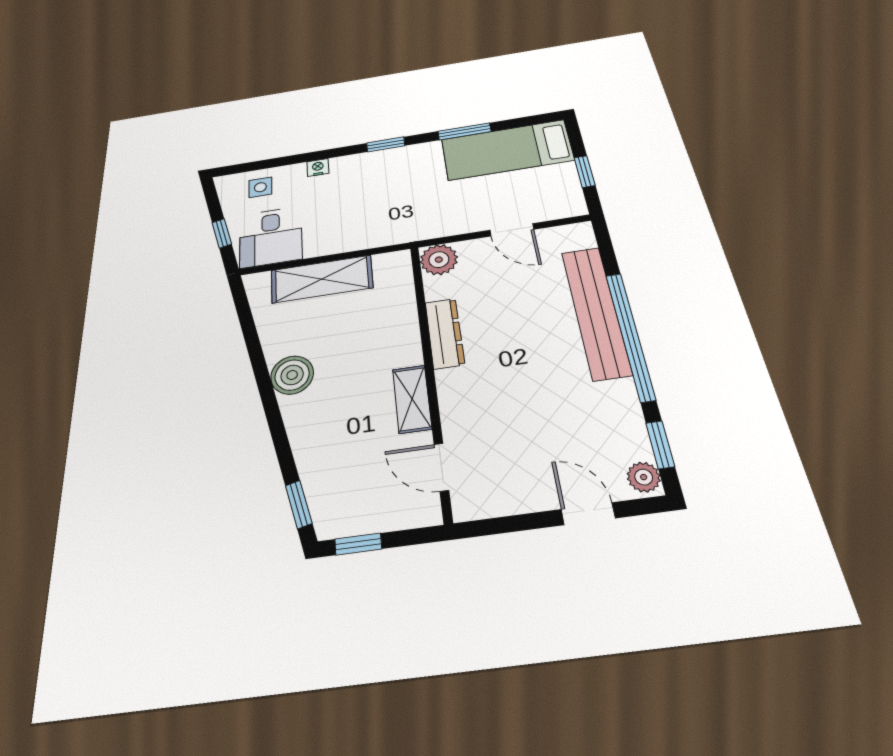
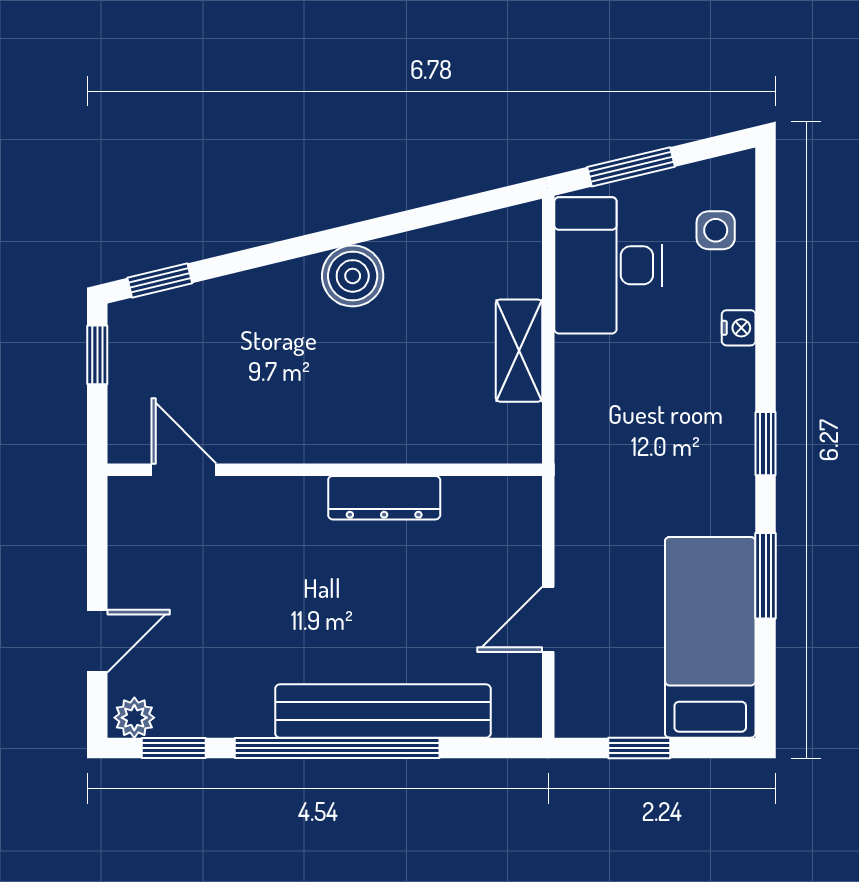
window: (222, 233) -> (631, 167), width x1.50
desk: (271, 237) -> (608, 265), width x1.37
plant: (439, 260) -> (514, 504), removed
shelving: (322, 279) -> (519, 351), width x0.67, depth x0.75
shelving: (412, 399) -> (288, 441), removed
door: (441, 467) -> (184, 470), hinge flipped

